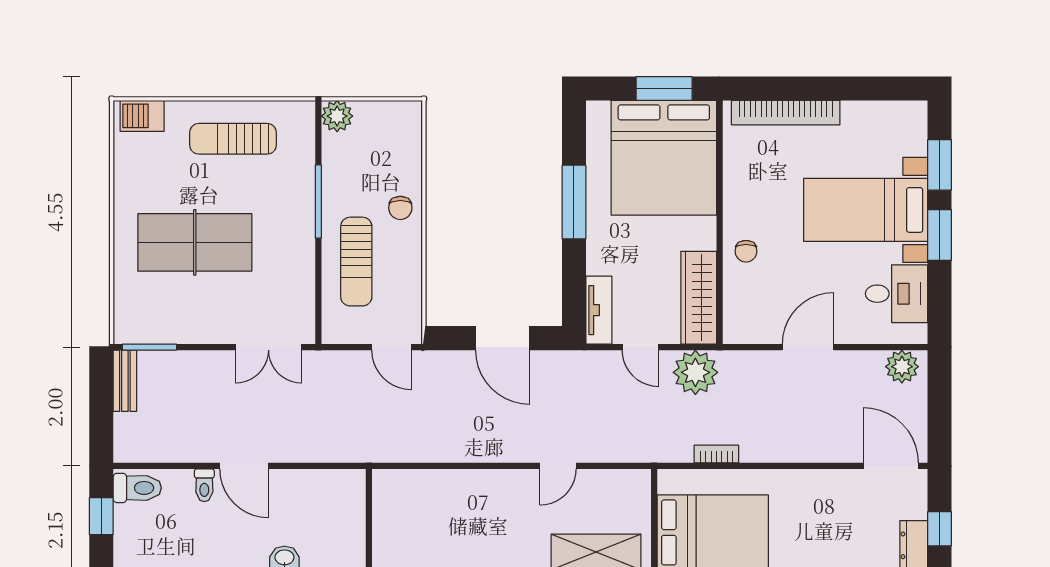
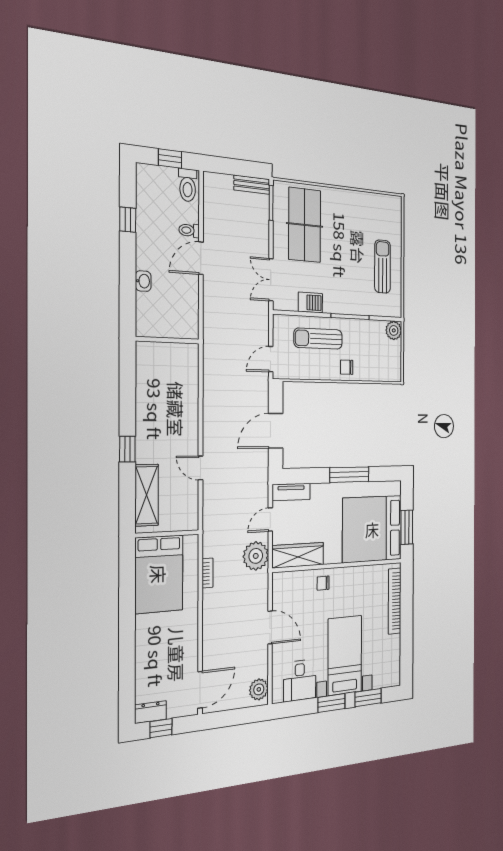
barbecue: (142, 116) -> (310, 302), moved, turned 90
table tennis table: (195, 242) -> (305, 225), moved

